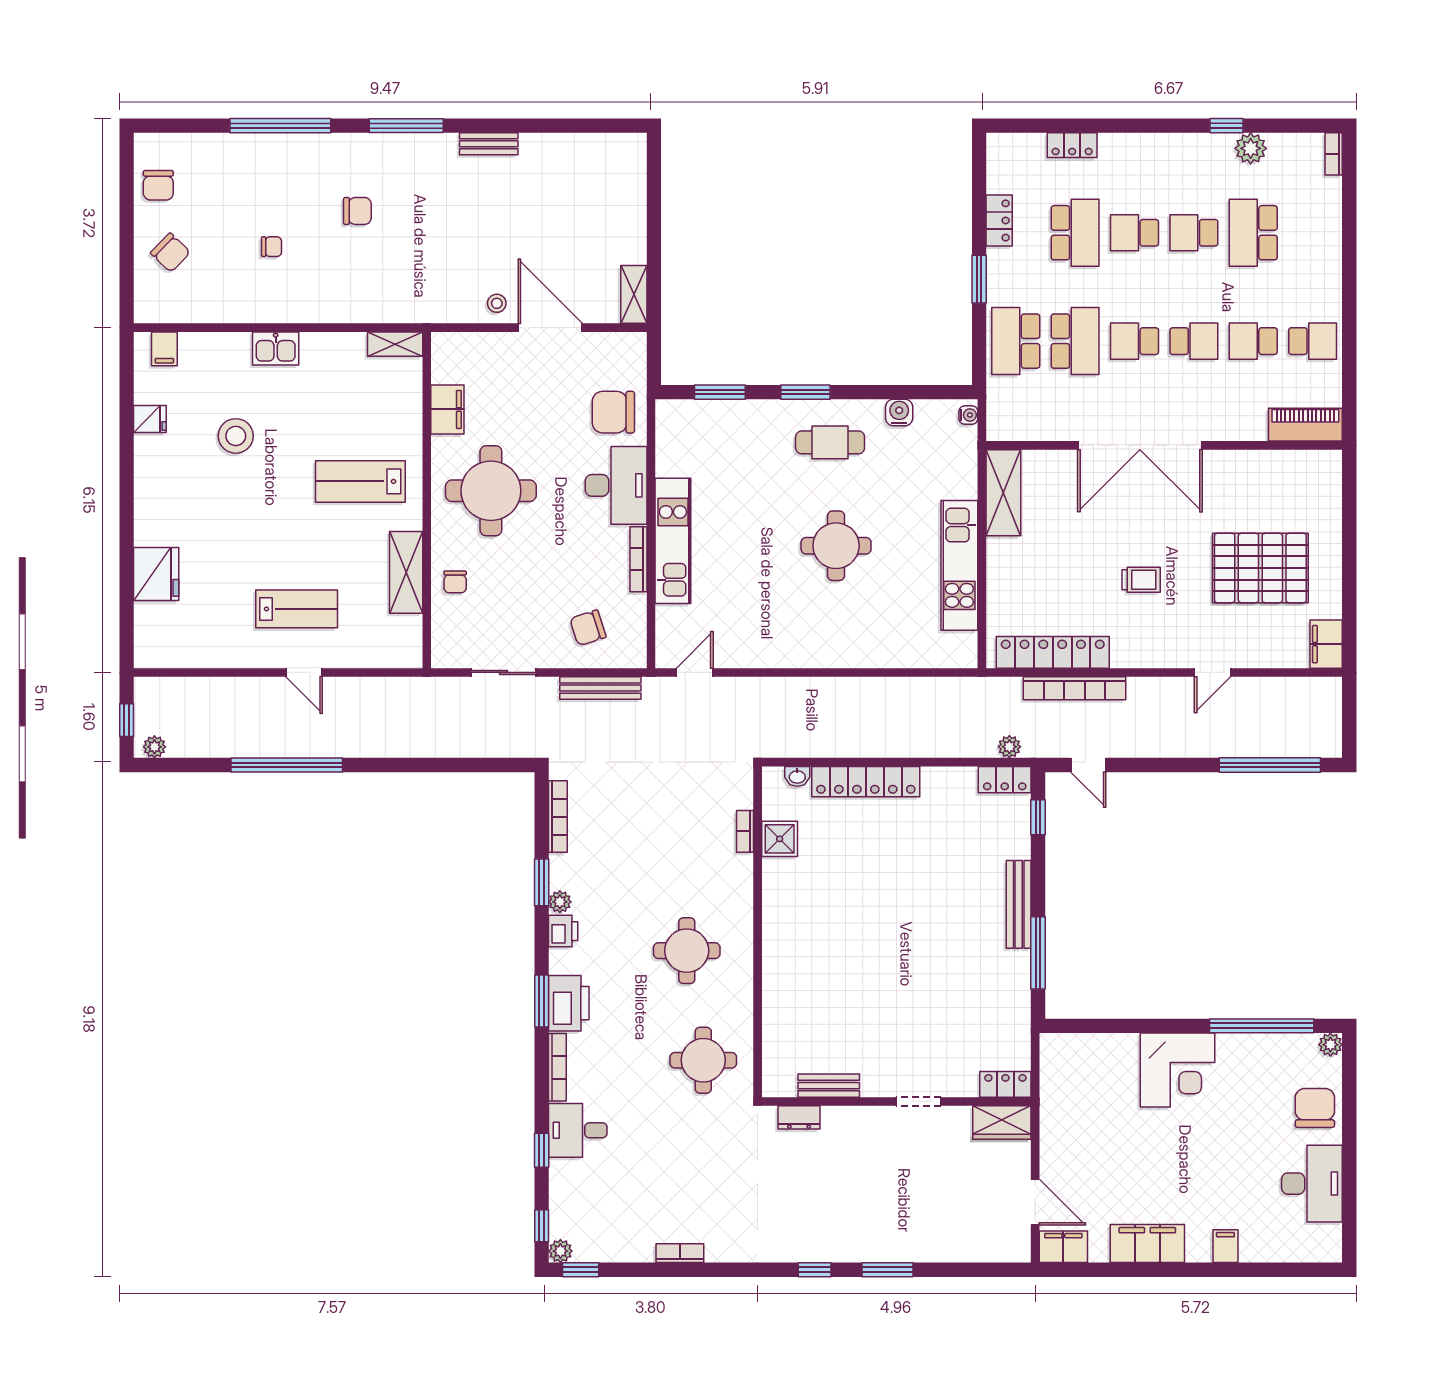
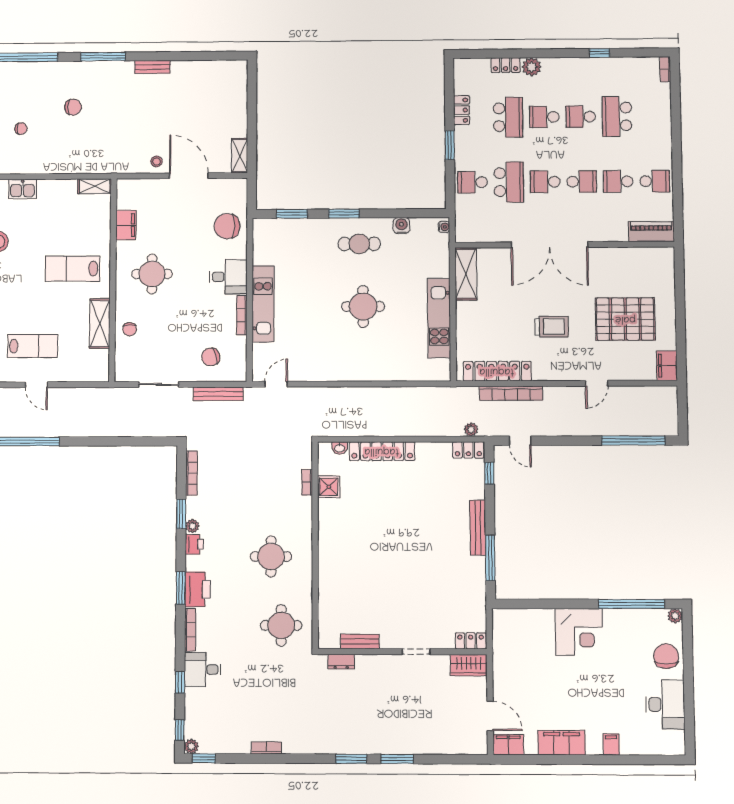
plant: (1251, 148) -> (532, 67), moved
school desk: (1016, 341) -> (472, 182), width x0.54
desk: (616, 485) -> (228, 277), width x0.73
round table: (491, 491) -> (152, 274), width x0.73, depth x0.73
trolley: (1141, 580) -> (551, 327), width x1.36, depth x1.39
window: (815, 1270) -> (351, 759), width x1.50

